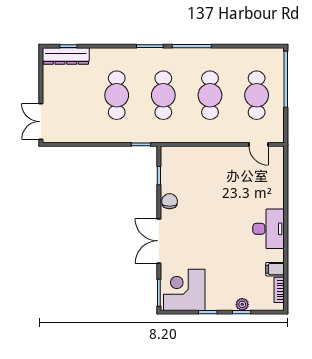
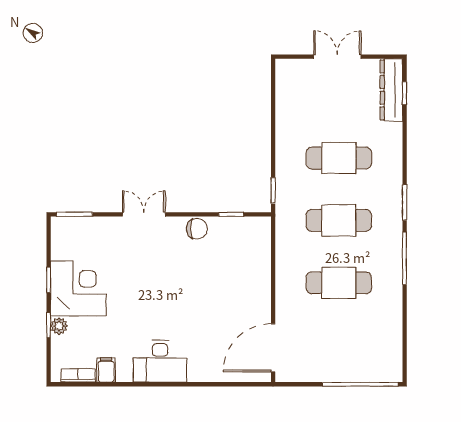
cafe table: (257, 95) -> (339, 345), removed
double door: (41, 122) -> (337, 57), moved
door: (258, 144) -> (273, 348), width x1.88
double door: (159, 241) -> (144, 214), width x0.73
corner desk: (184, 290) -> (78, 288), moved

